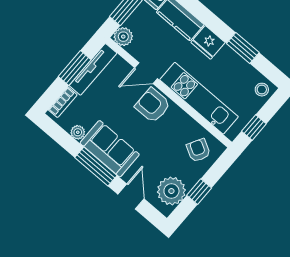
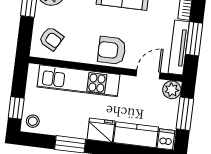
door: (146, 73) -> (148, 74), moved
armchair: (153, 105) -> (112, 50), turned 180
window: (254, 128) -> (16, 108), moved

